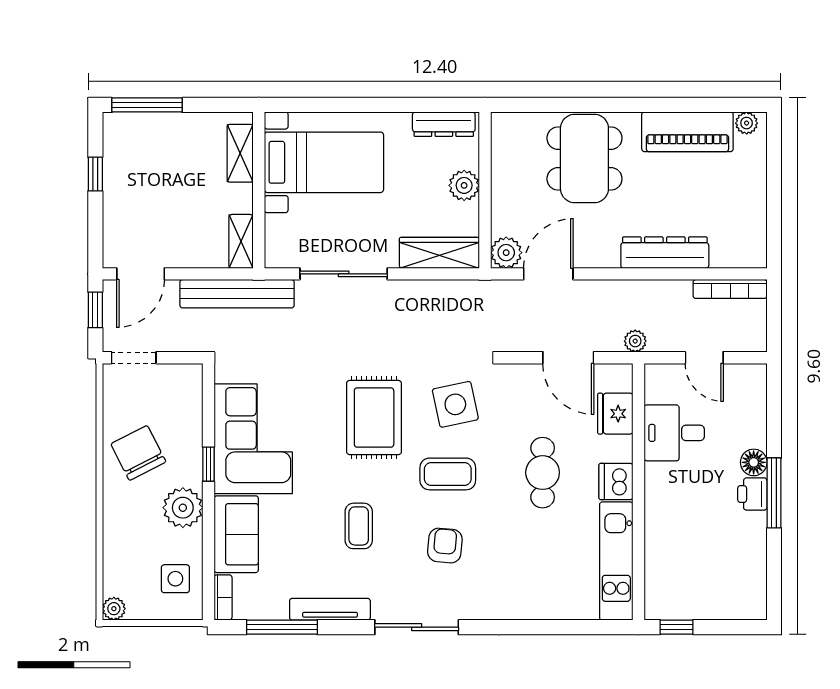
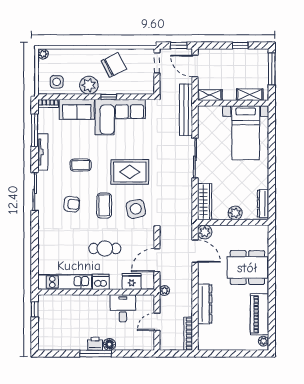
shelving: (240, 153) -> (250, 95), moved
bed with nightstands: (324, 162) -> (246, 133), moved
wall: (259, 190) -> (233, 103), moved
shelving: (241, 241) -> (210, 95), moved

